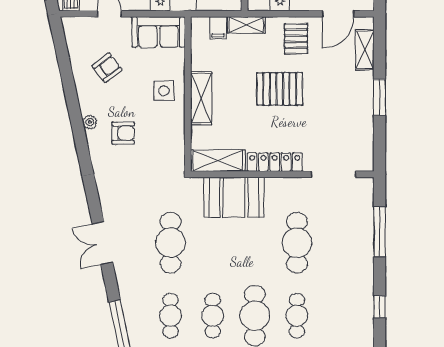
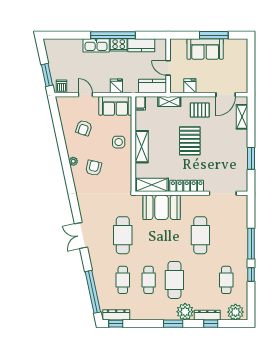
filing cabinet: (218, 28) -> (140, 103), moved
pallet: (296, 39) -> (200, 110), turned 90
armchair: (107, 68) -> (84, 128), turned 146
pallet: (280, 89) -> (190, 141), turned 90
window: (380, 97) -> (251, 158), moved
armchair: (123, 133) -> (94, 168), turned -77
window: (380, 232) -> (251, 244), moved
cafe table: (297, 316) -> (226, 280), moved

